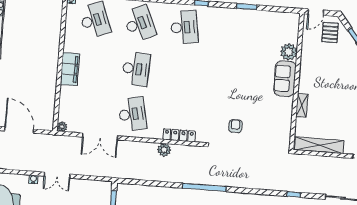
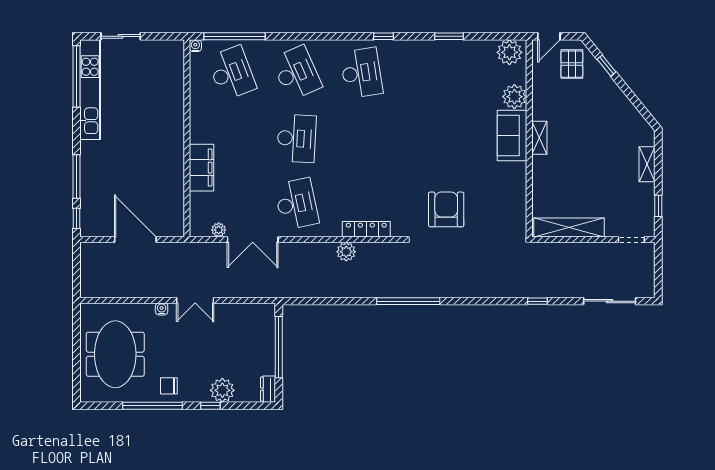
plant: (288, 21) -> (509, 52), added
filing cabinet: (70, 69) -> (202, 168), moved
shelving: (302, 105) -> (539, 138), moved
armchair: (235, 126) -> (446, 209), width x1.88, depth x1.88
plant: (62, 127) -> (219, 230), moved

